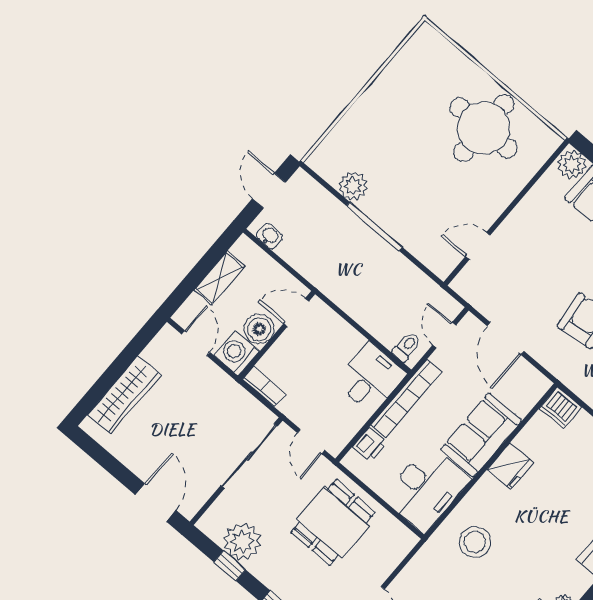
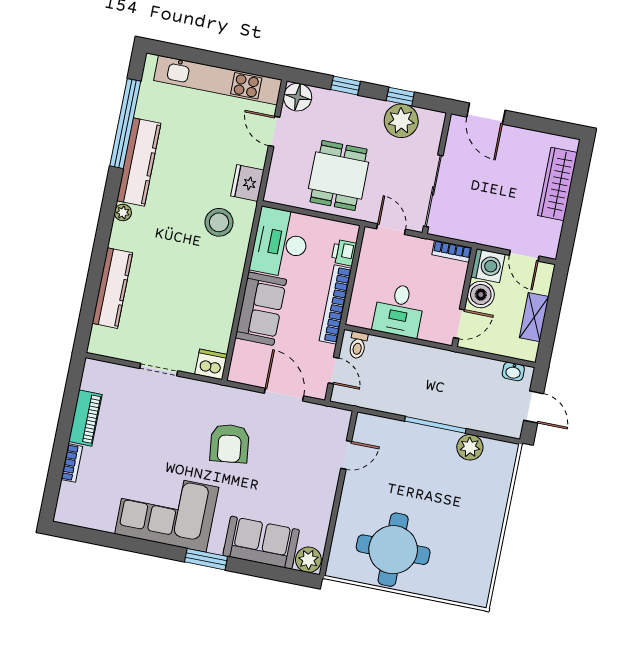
desk: (371, 378) -> (399, 310), moved
fridge: (510, 466) -> (247, 183), moved

